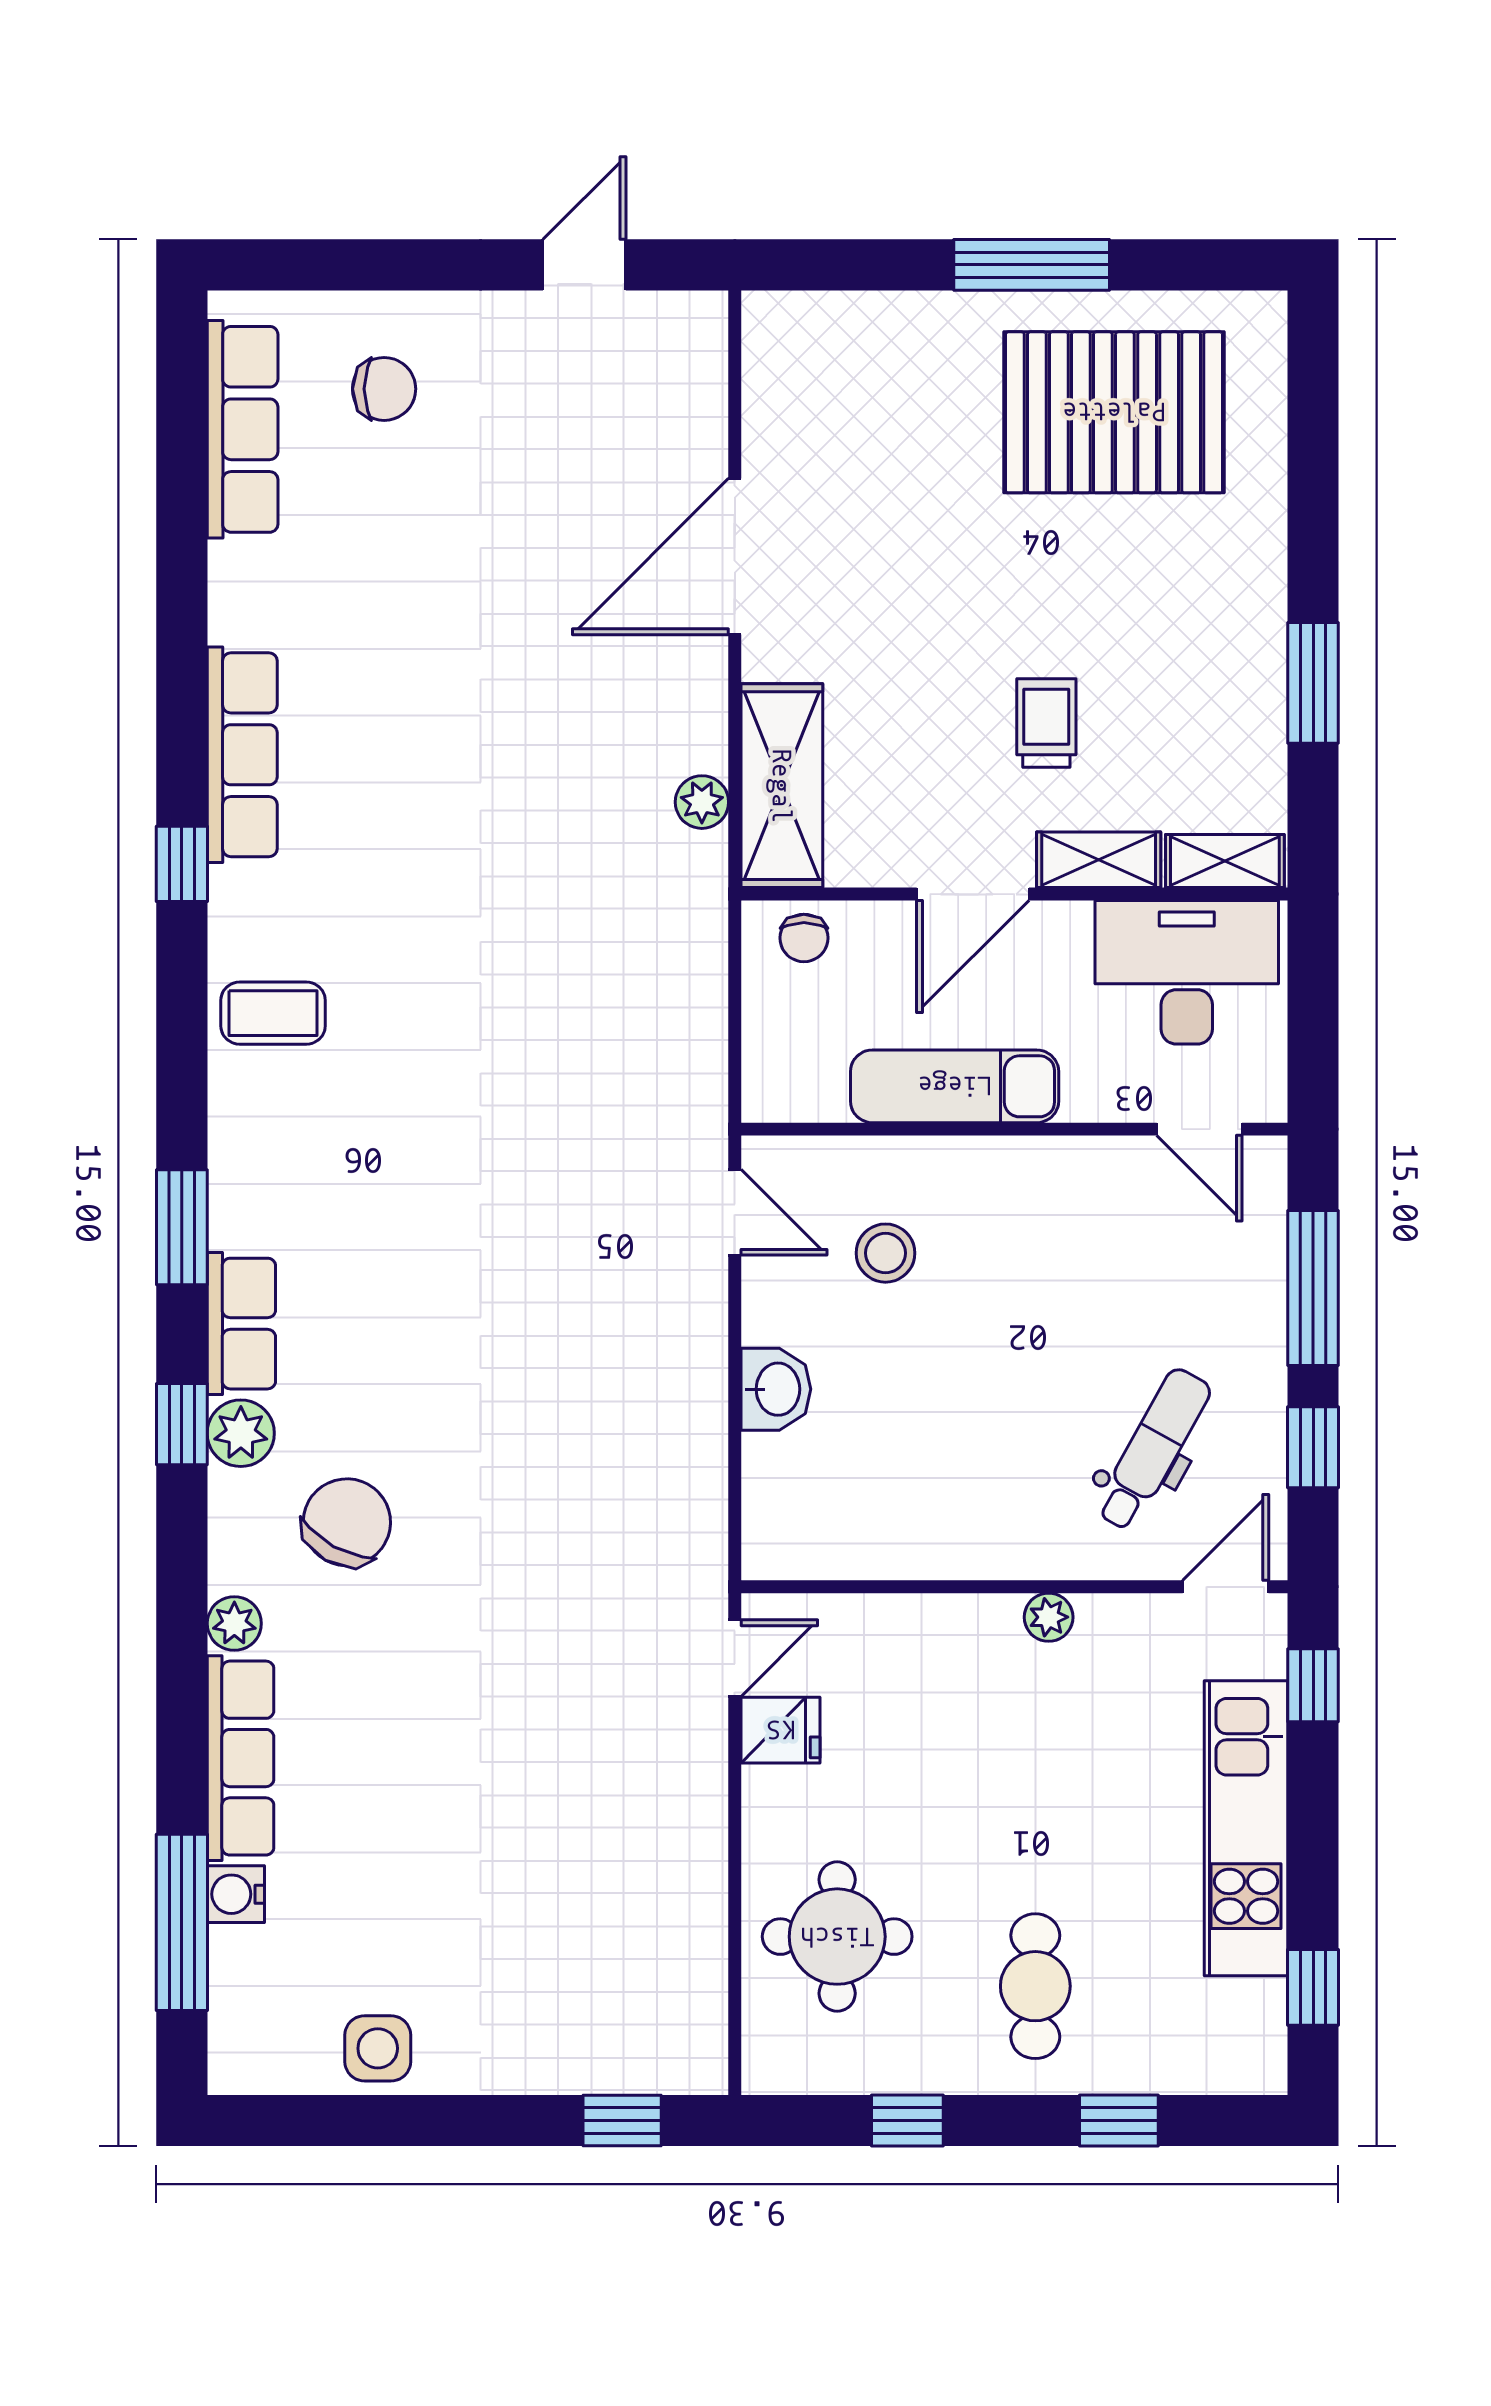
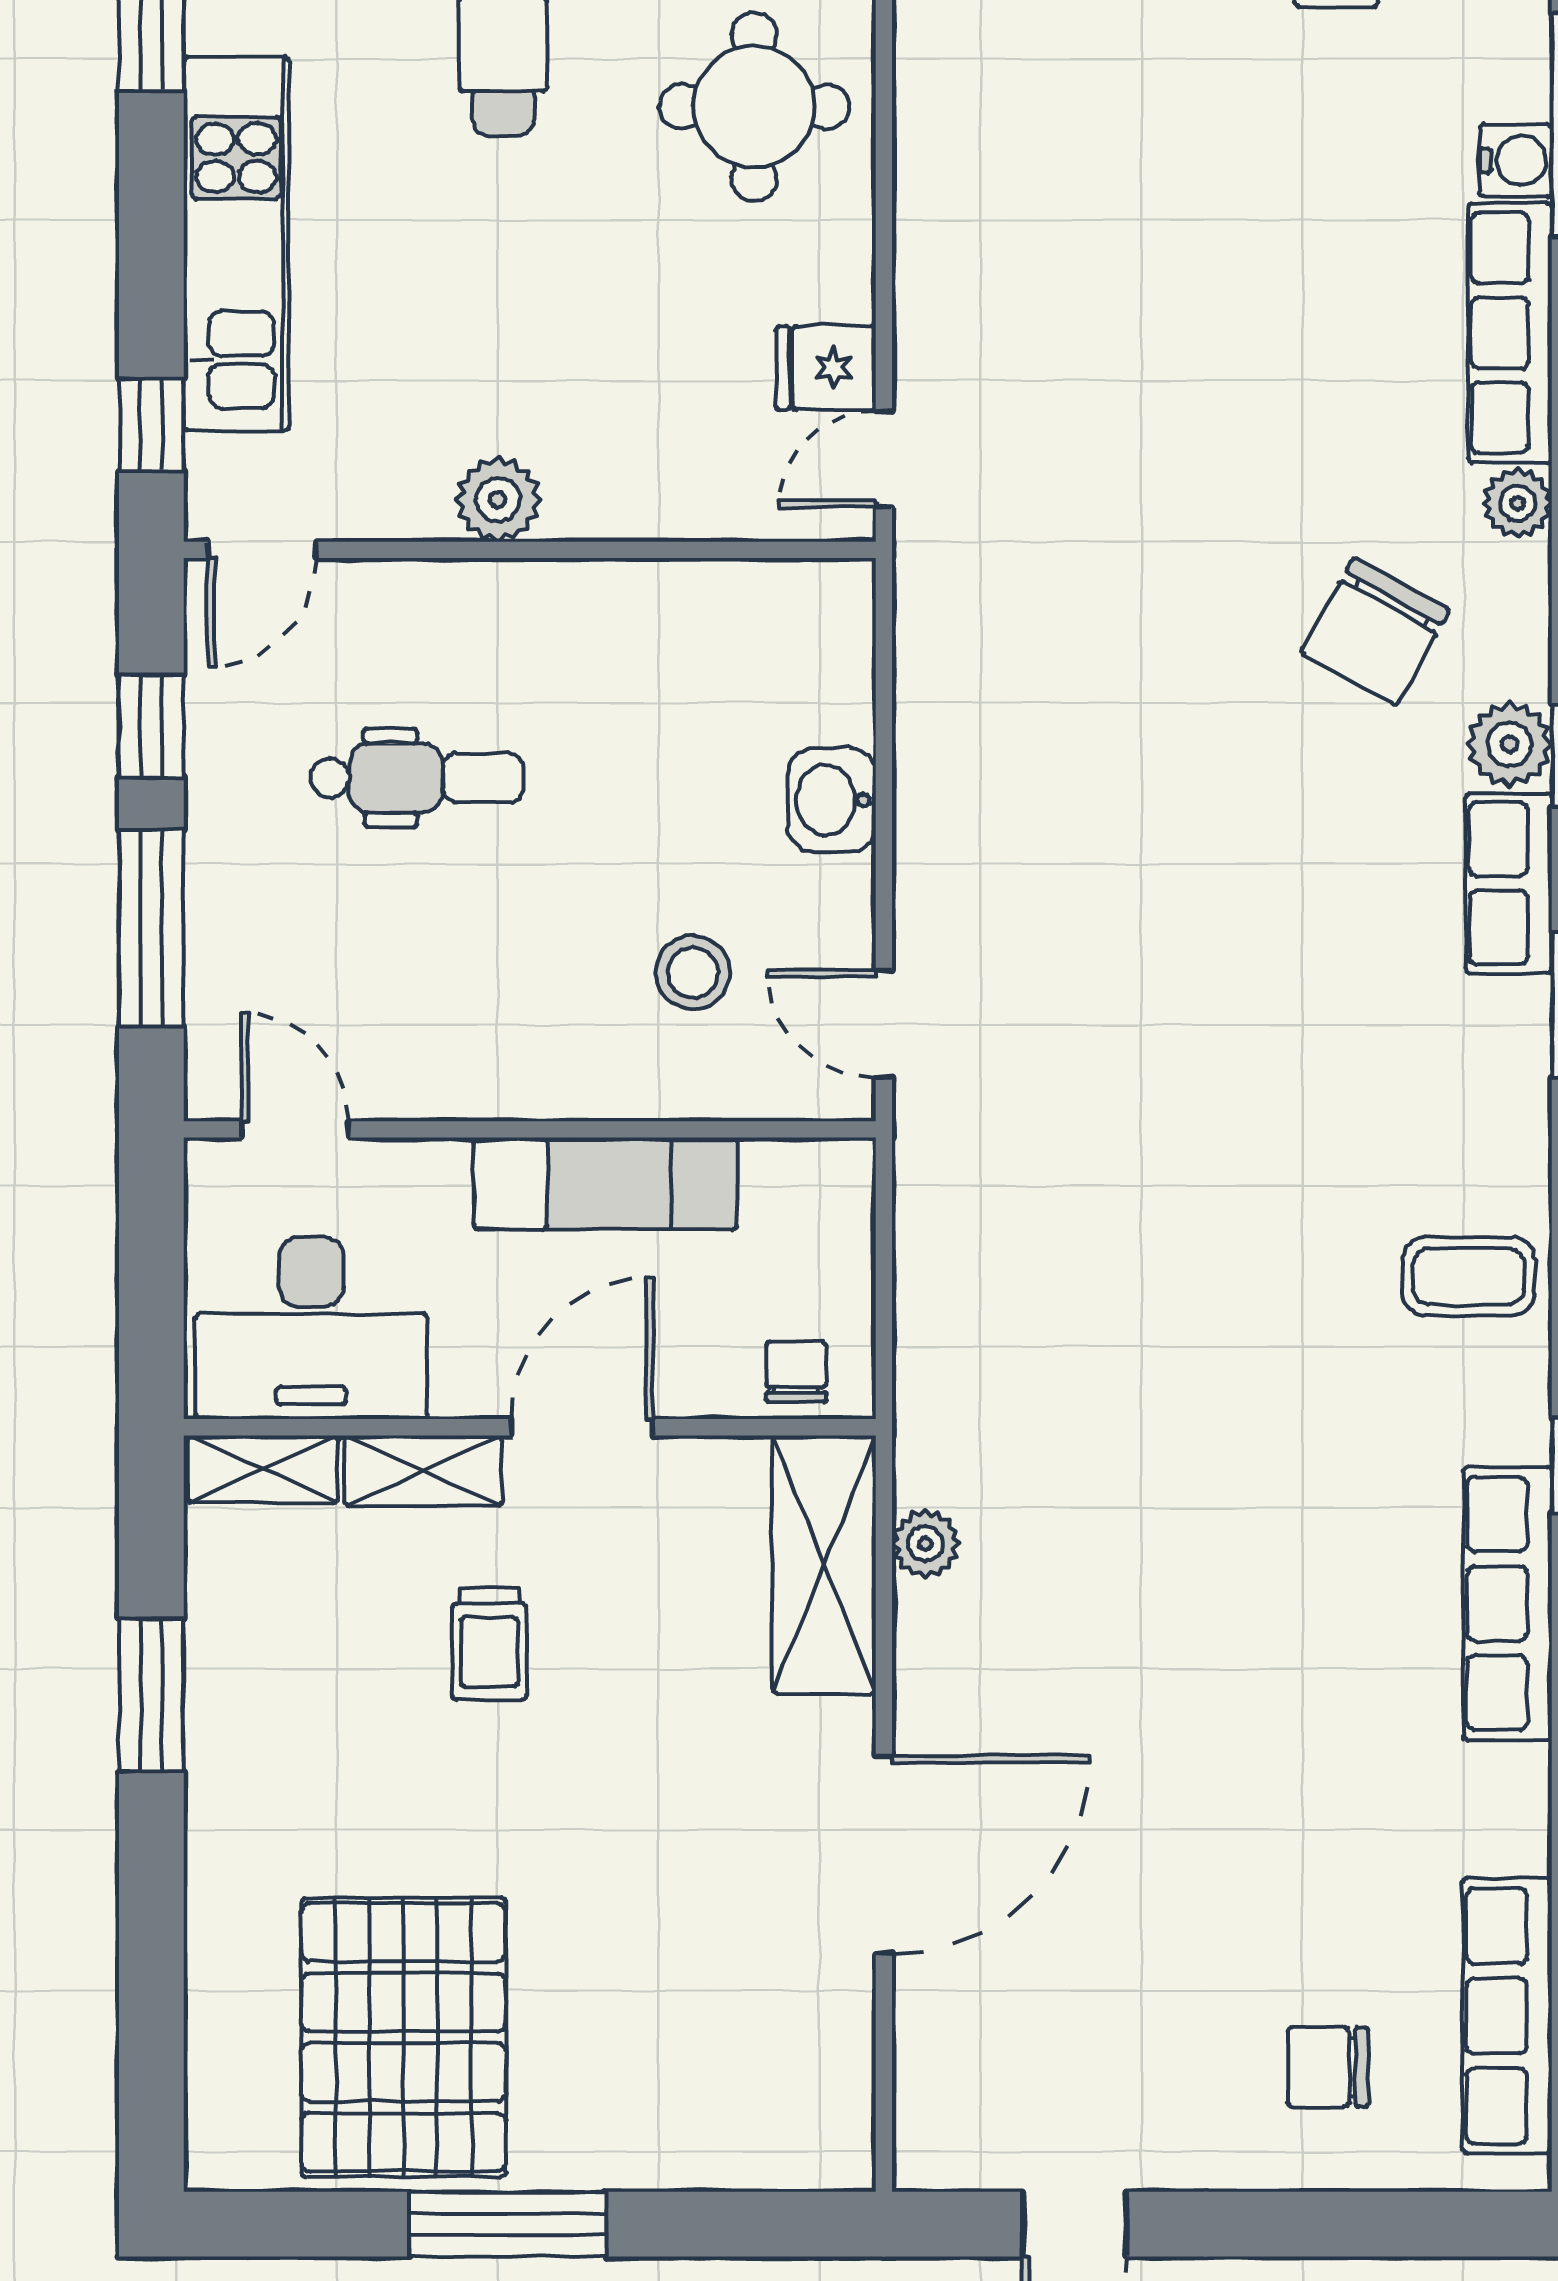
pallet: (1114, 412) -> (404, 2037), turned 90
dental chair: (1153, 1449) -> (417, 778), moved, turned -119
plant: (1049, 1617) -> (498, 500), width x1.38, depth x1.38

